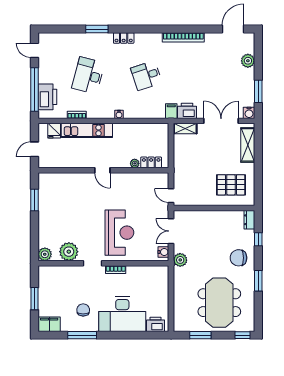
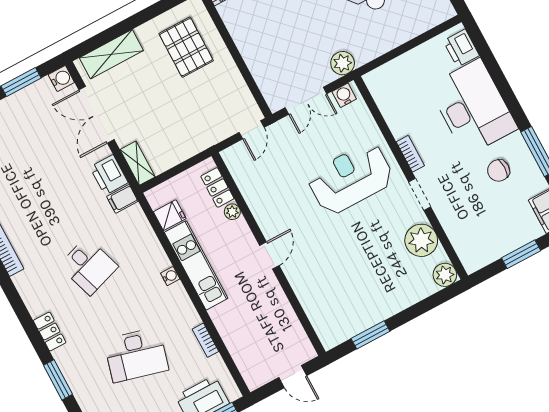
kitchen unit: (87, 130) -> (196, 265), moved
fridge: (54, 131) -> (170, 215), moved

